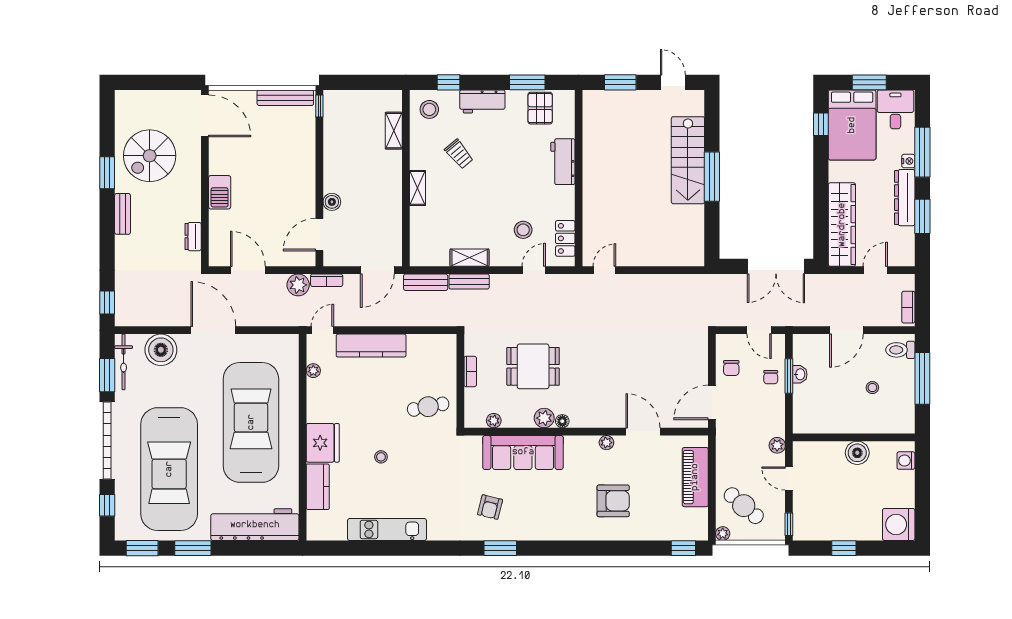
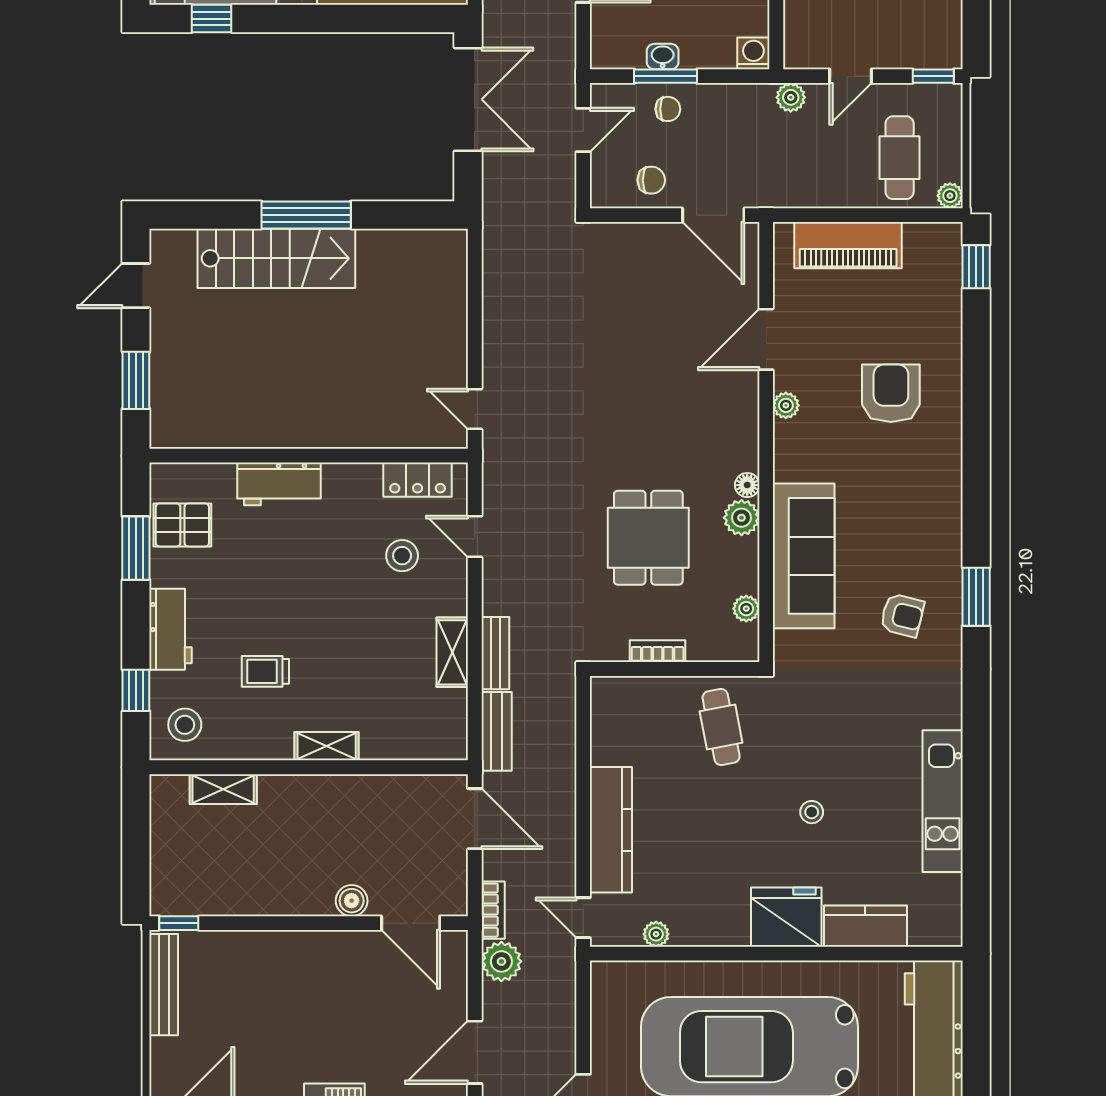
trolley: (459, 154) -> (265, 671), turned -140
washing machine: (802, 425) -> (753, 53), added
cafe table: (744, 506) -> (900, 158), turned -41

